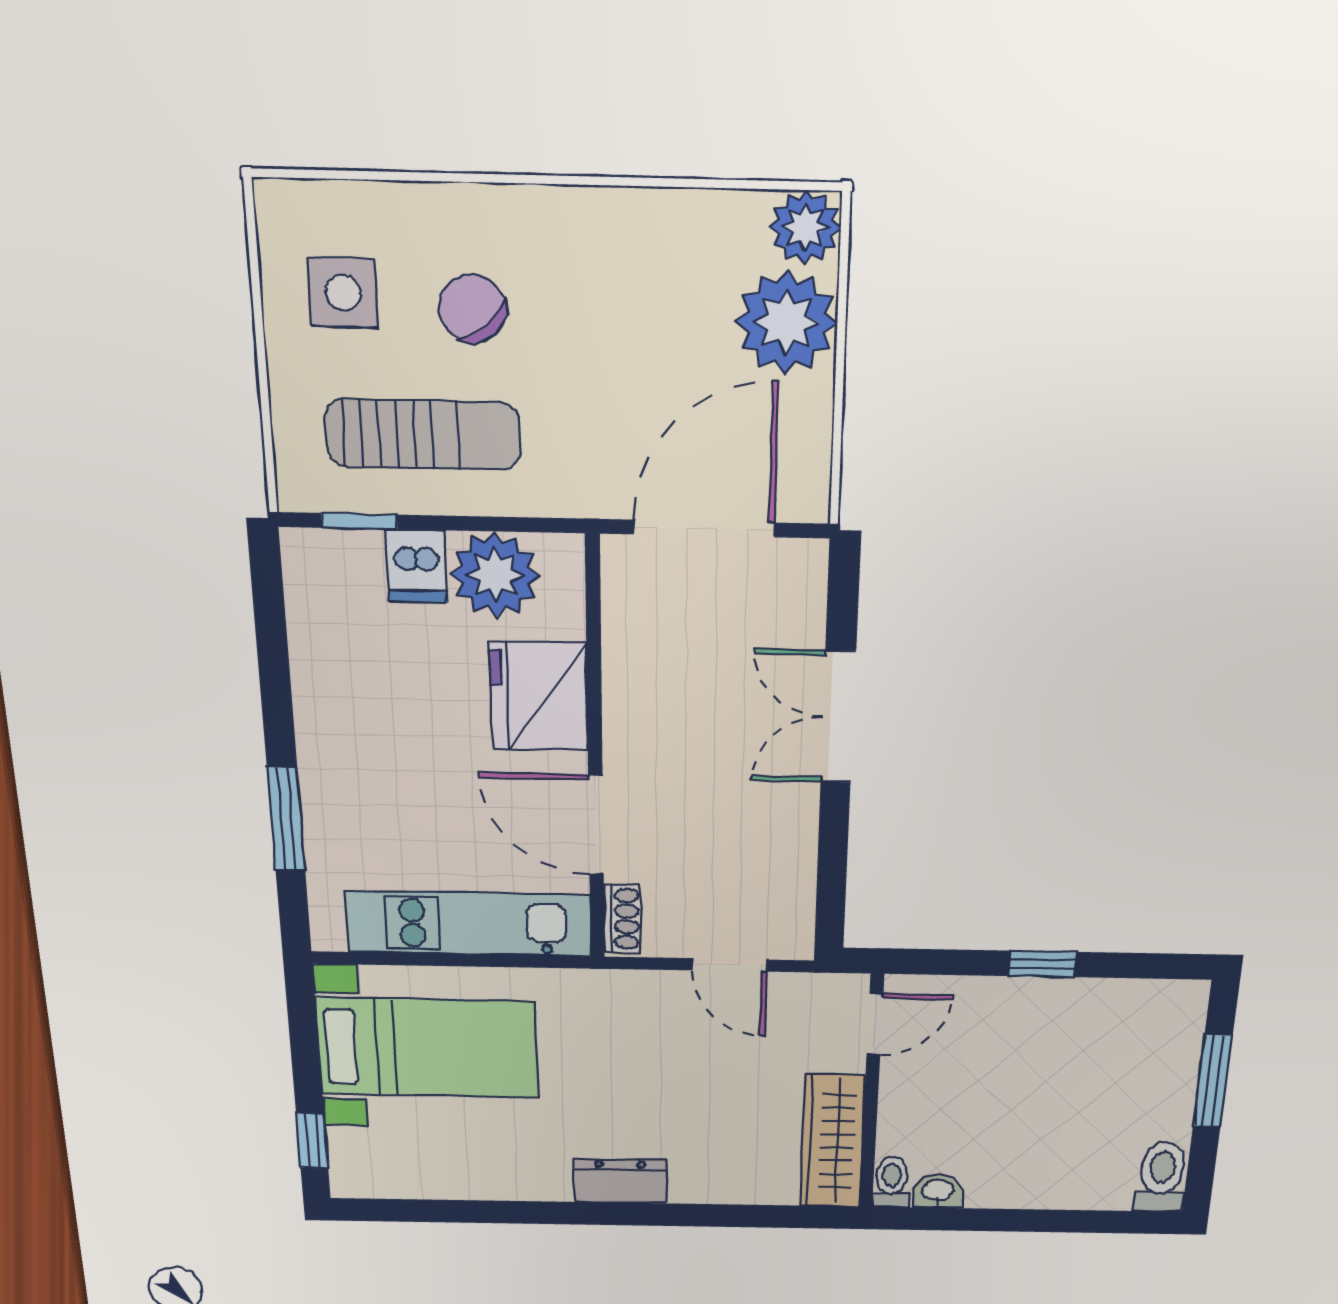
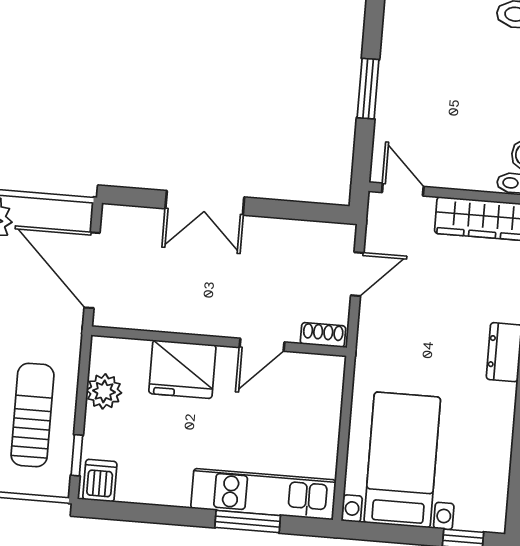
dishwasher: (416, 566) -> (100, 481), moved, turned -90
plant: (495, 575) -> (104, 391), width x0.73, depth x0.73
door: (596, 825) -> (262, 345), width x0.73
kitchen unit: (468, 924) -> (263, 494), moved, turned 90
window: (1042, 964) -> (368, 89), width x1.50

